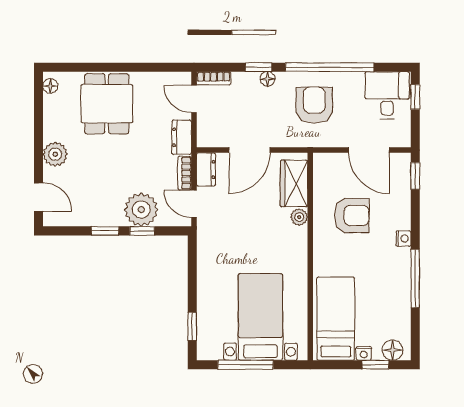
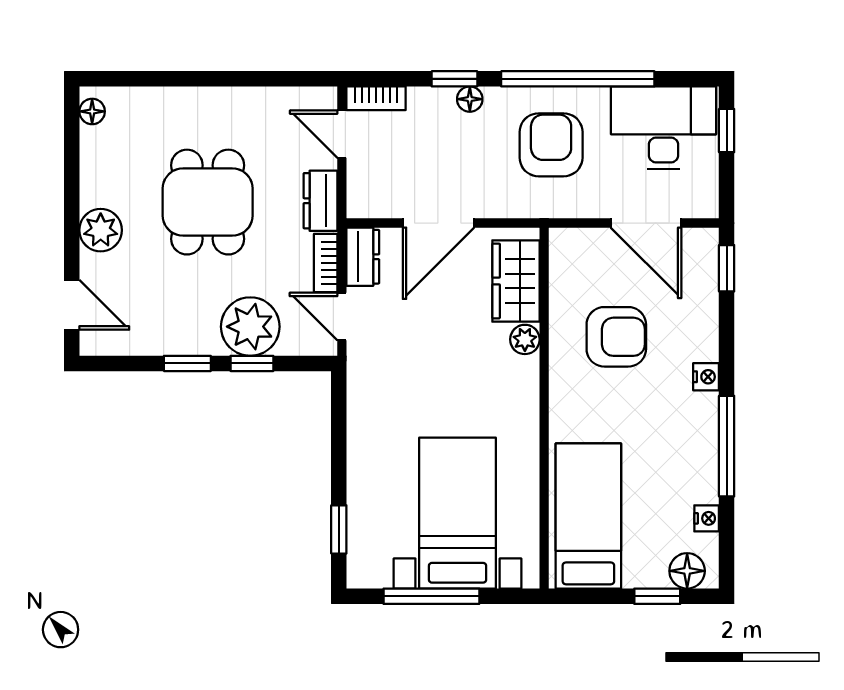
desk: (387, 95) -> (663, 128), width x1.37
dining table: (107, 104) -> (208, 202), moved
nightstand: (364, 353) -> (707, 518), moved, turned -90

